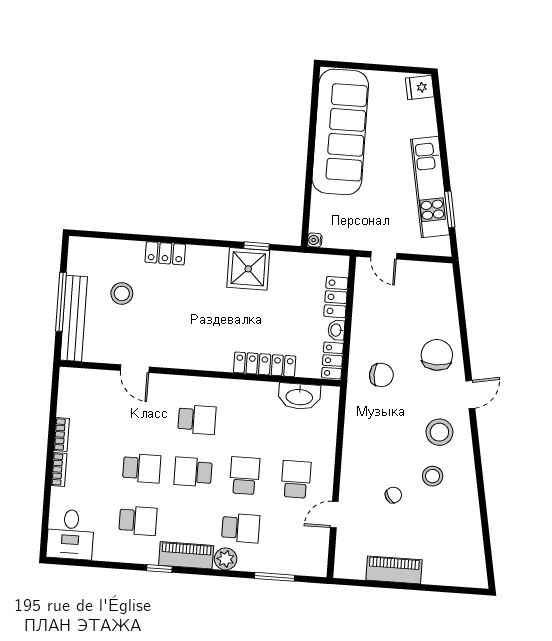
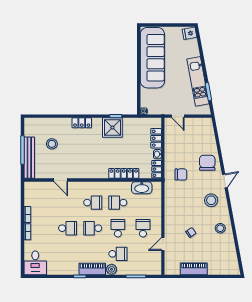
locker: (165, 253) -> (82, 123), moved
stool: (433, 476) -> (220, 228), moved
school desk: (138, 521) -> (118, 203), moved, turned 180

